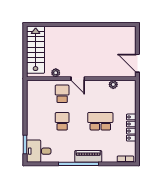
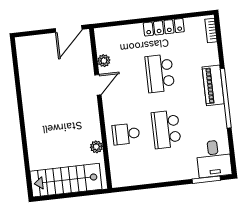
door: (78, 79) -> (98, 85), moved
school desk: (62, 121) -> (166, 129), width x1.85

